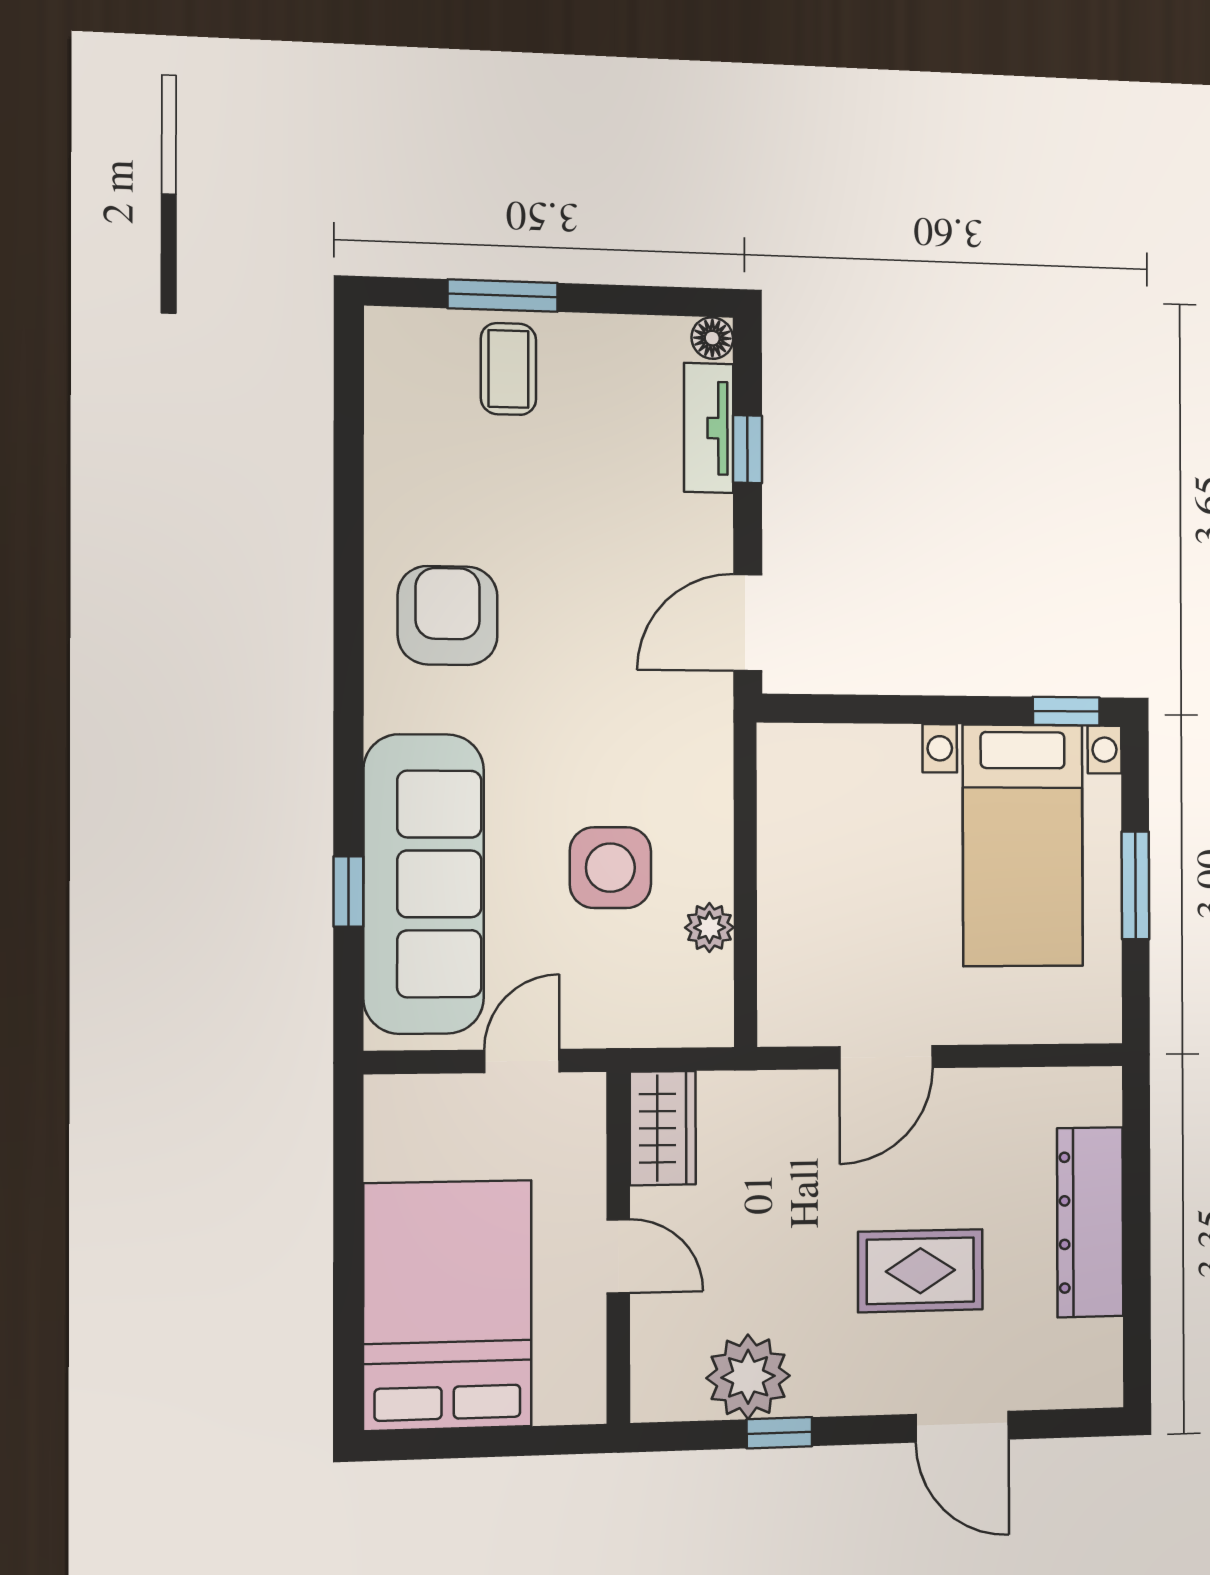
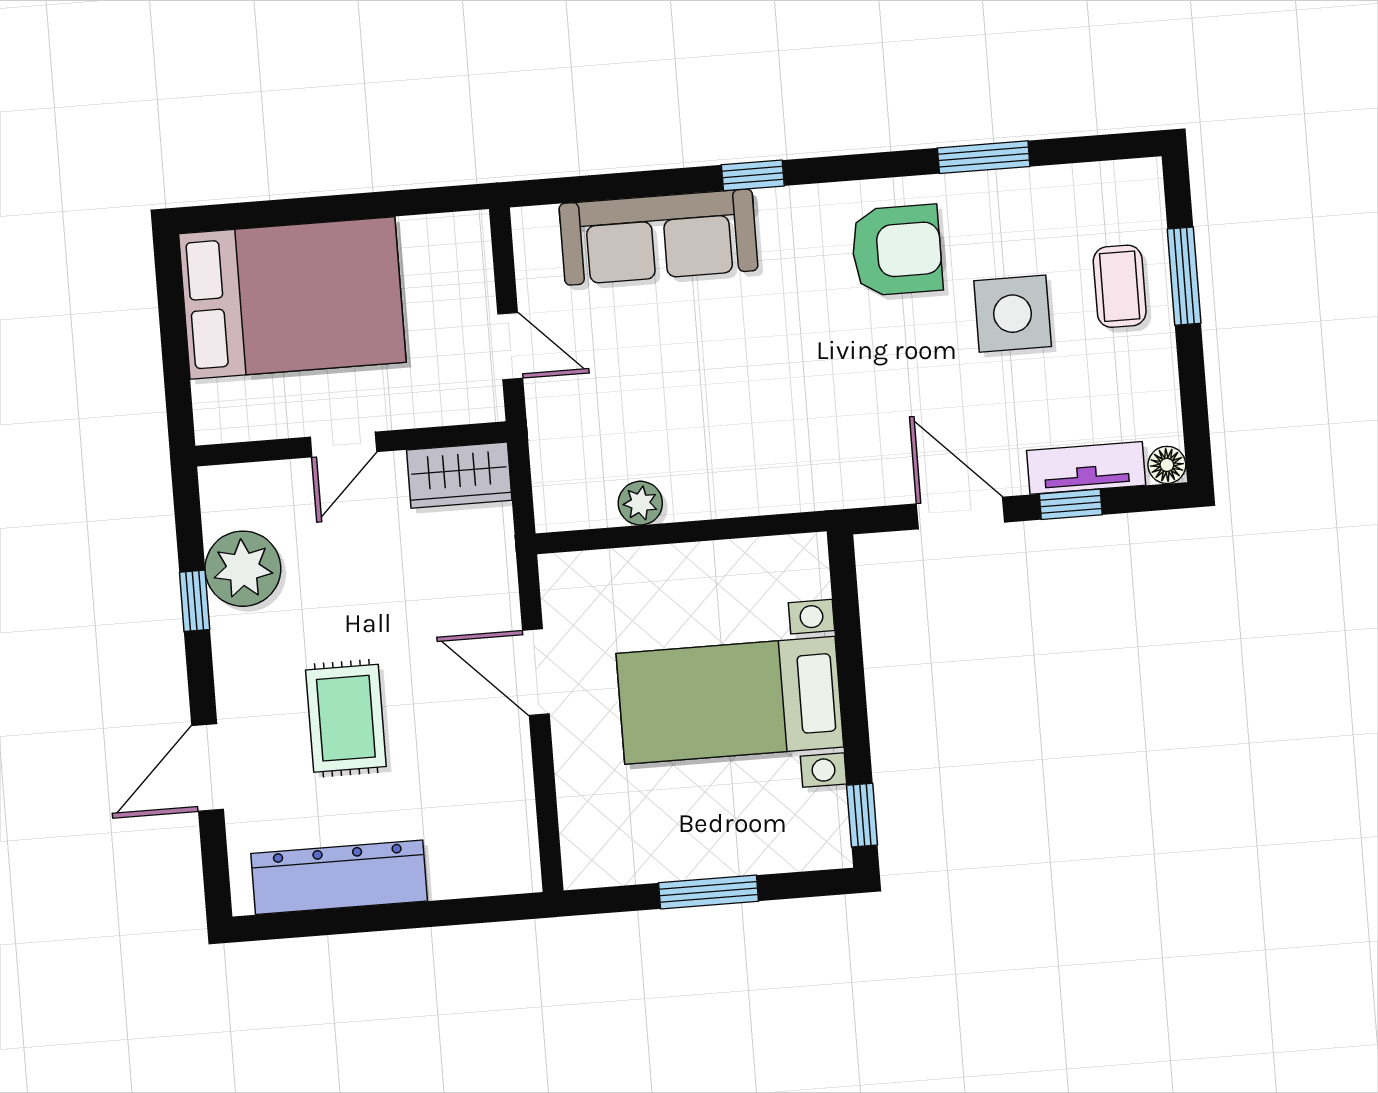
coffee table: (508, 369) -> (1120, 286), turned 90
window: (349, 507) -> (984, 157), added
door: (748, 623) -> (960, 513), moved
bed with nightstands: (1023, 845) -> (730, 700), moved
side table: (610, 868) -> (1013, 314), moved
sofa: (424, 884) -> (659, 237), width x0.74, depth x0.79
window: (348, 892) -> (753, 175), moved
dresser: (1090, 1222) -> (339, 877), moved

